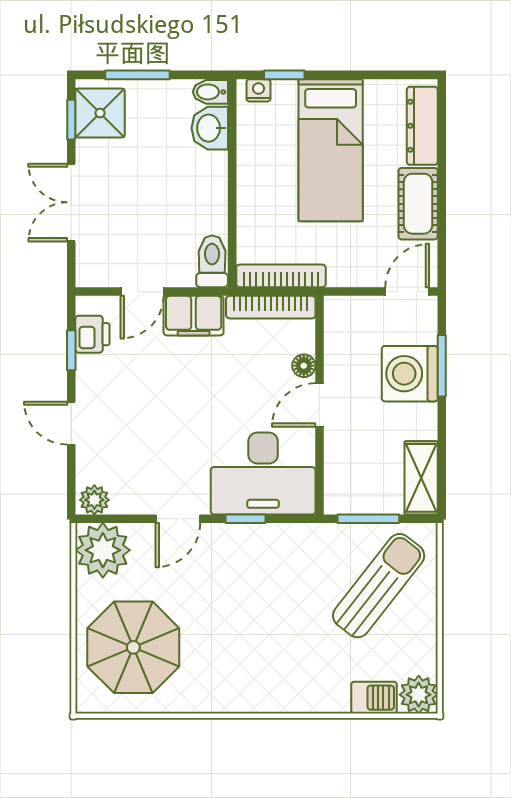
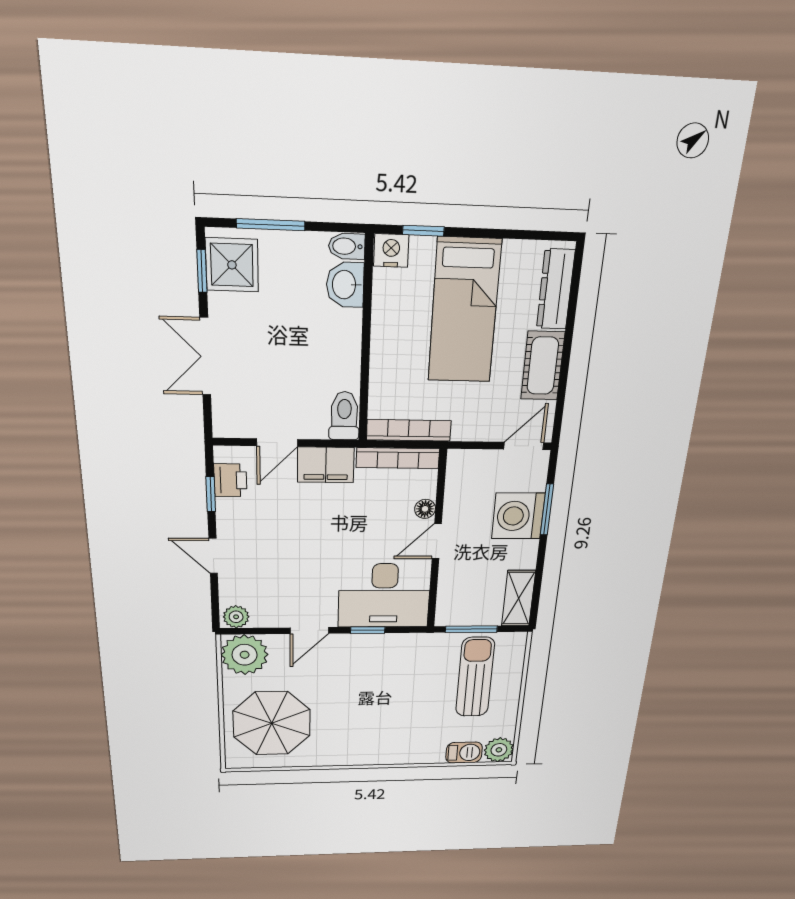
nightstand: (258, 90) -> (391, 251), width x1.39, depth x1.35
sun lounger: (379, 586) -> (475, 677), turned -38

